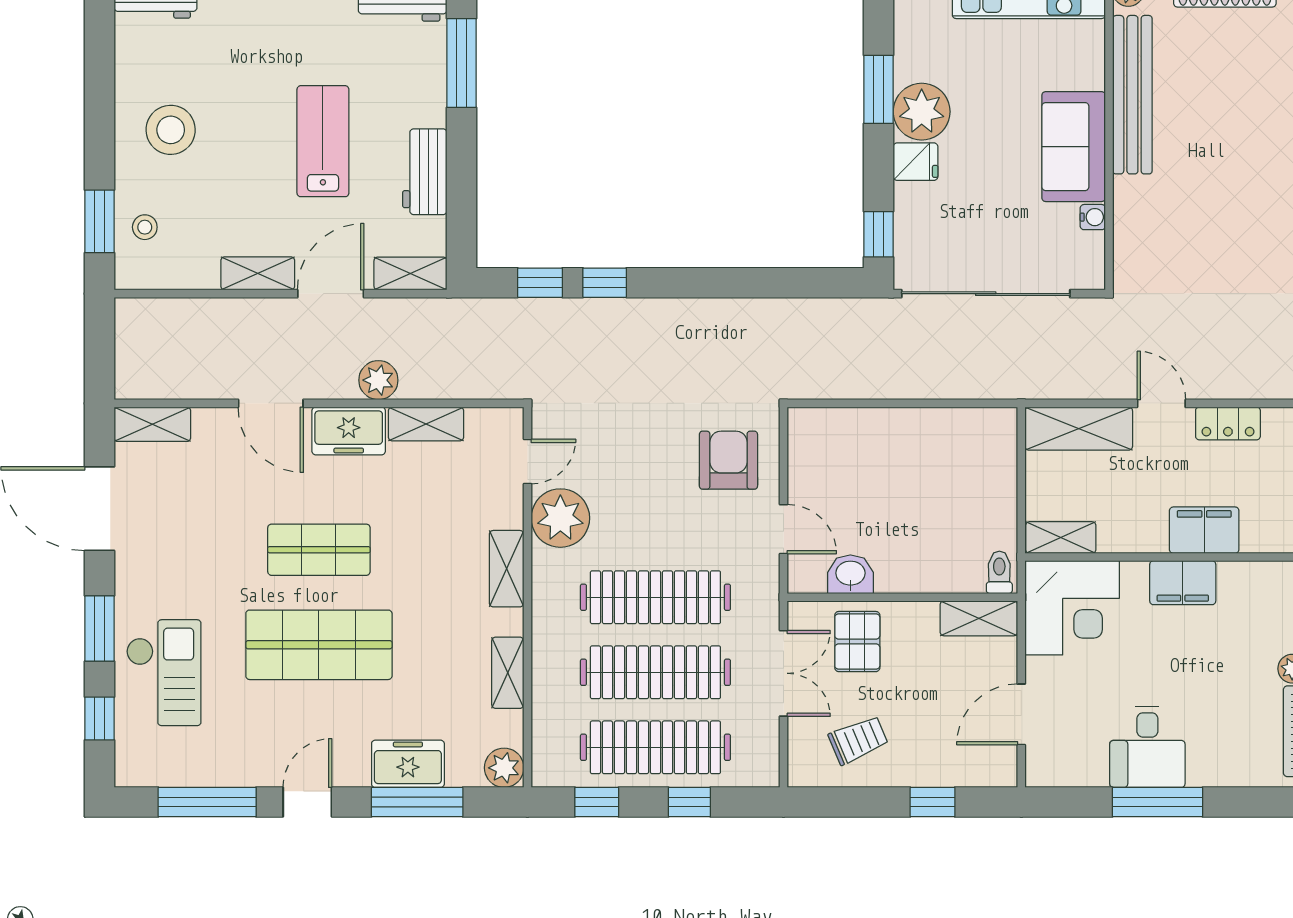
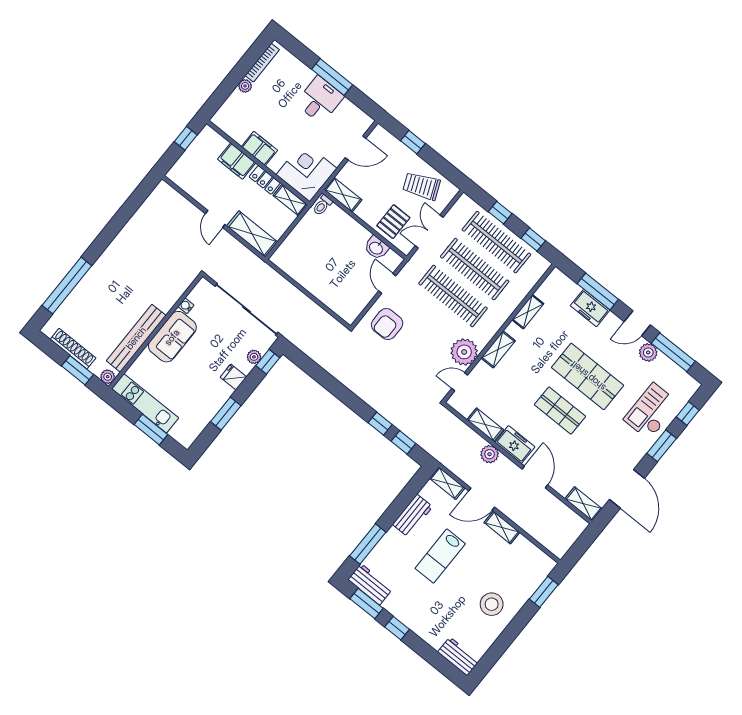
plant: (922, 112) -> (254, 357), moved, width x0.53, depth x0.53
stool: (145, 227) -> (529, 577), removed
locker: (1228, 423) -> (265, 180), moved, turned 180
trolley: (858, 740) -> (422, 186), width x1.36, depth x1.39
plant: (504, 768) -> (648, 352), moved

